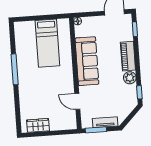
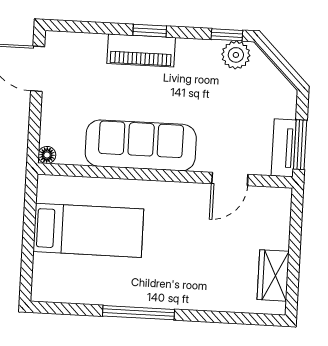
window: (135, 29) -> (150, 31), moved
plant: (130, 78) -> (236, 55), moved
tv unit: (105, 122) -> (284, 148), moved

